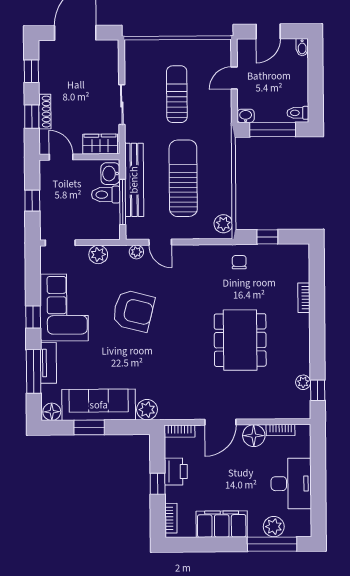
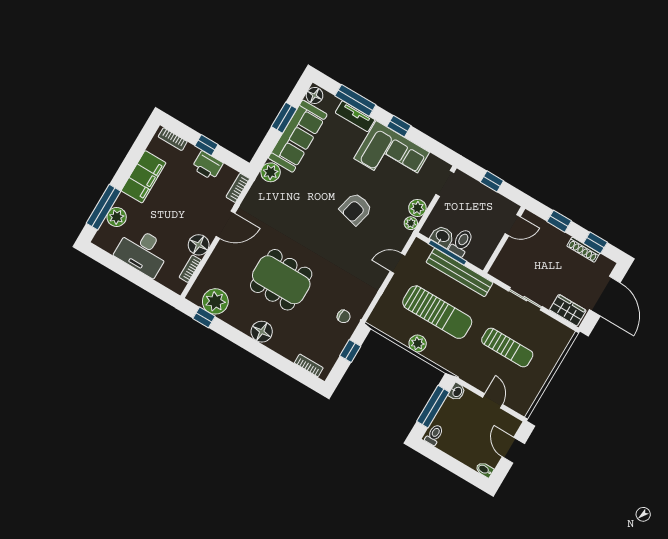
shoe rack: (45, 112) -> (583, 250), moved
wardrobe: (100, 144) -> (568, 310), moved, turned -90
washbasin: (110, 174) -> (442, 236), moved
plant: (223, 224) -> (418, 343), moved
plant: (136, 252) -> (411, 223), moved
bookcase: (304, 298) -> (309, 365), moved
armchair: (133, 311) -> (356, 209), width x0.73, depth x0.73
floor lamp: (299, 329) -> (262, 332), added
plant: (303, 382) -> (215, 301), width x1.88, depth x1.88
door: (220, 422) -> (225, 225), swing flipped

